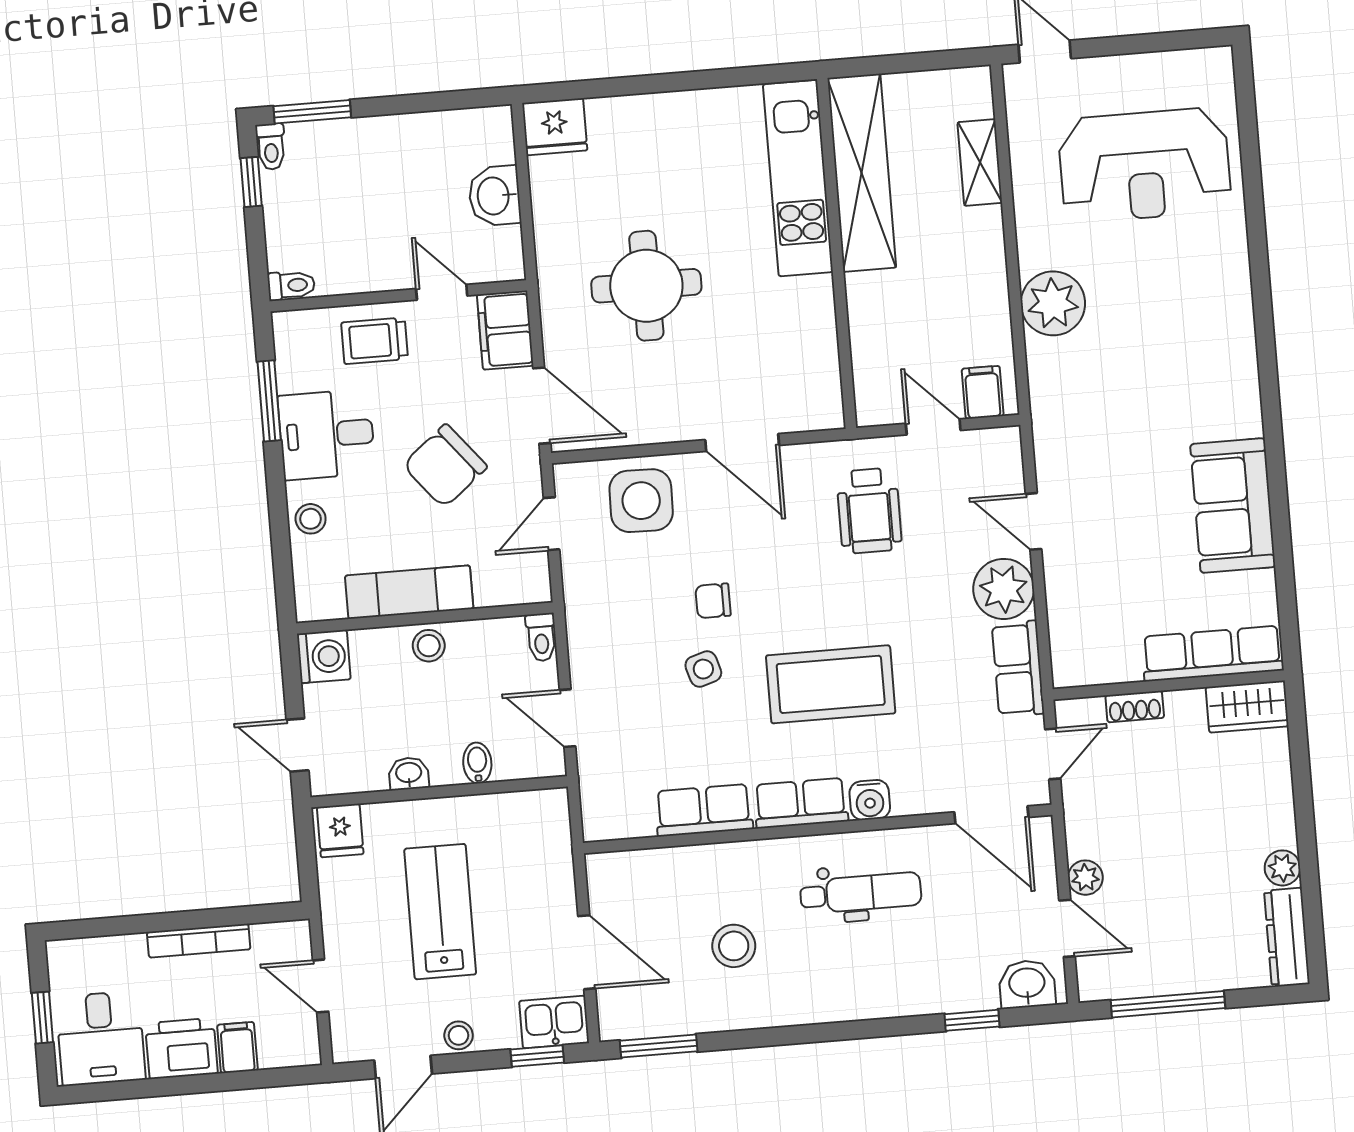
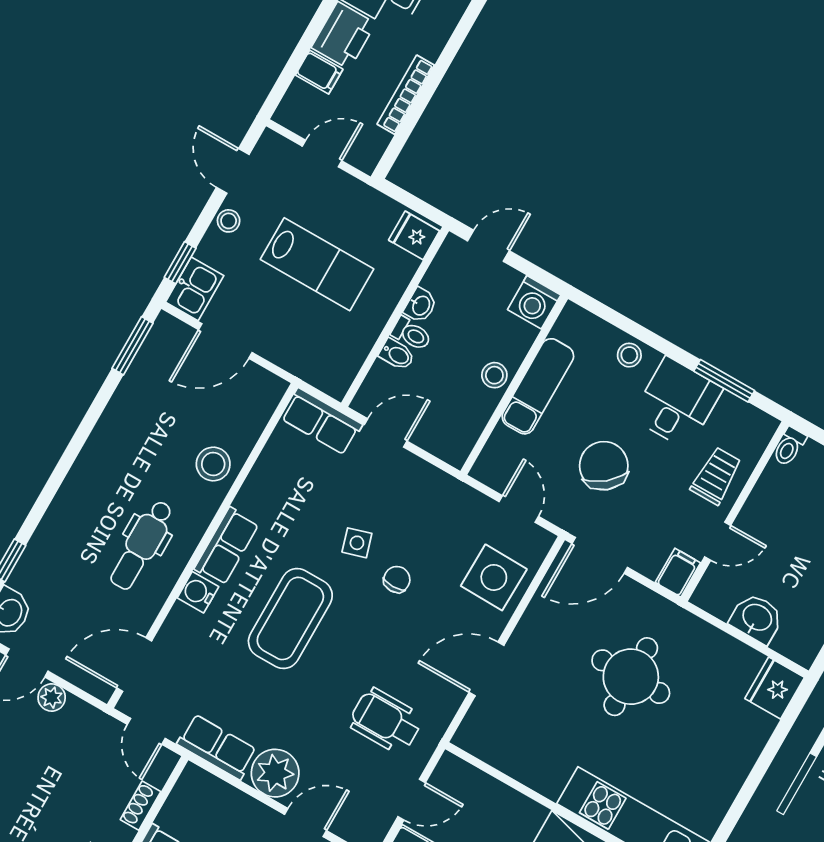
filing cabinet: (505, 330) -> (678, 573), width x0.50
toilet: (541, 637) -> (411, 334), moved, turned 180
row of seats: (704, 810) -> (321, 421), moved, turned 90
stool: (734, 946) -> (213, 464), moved

